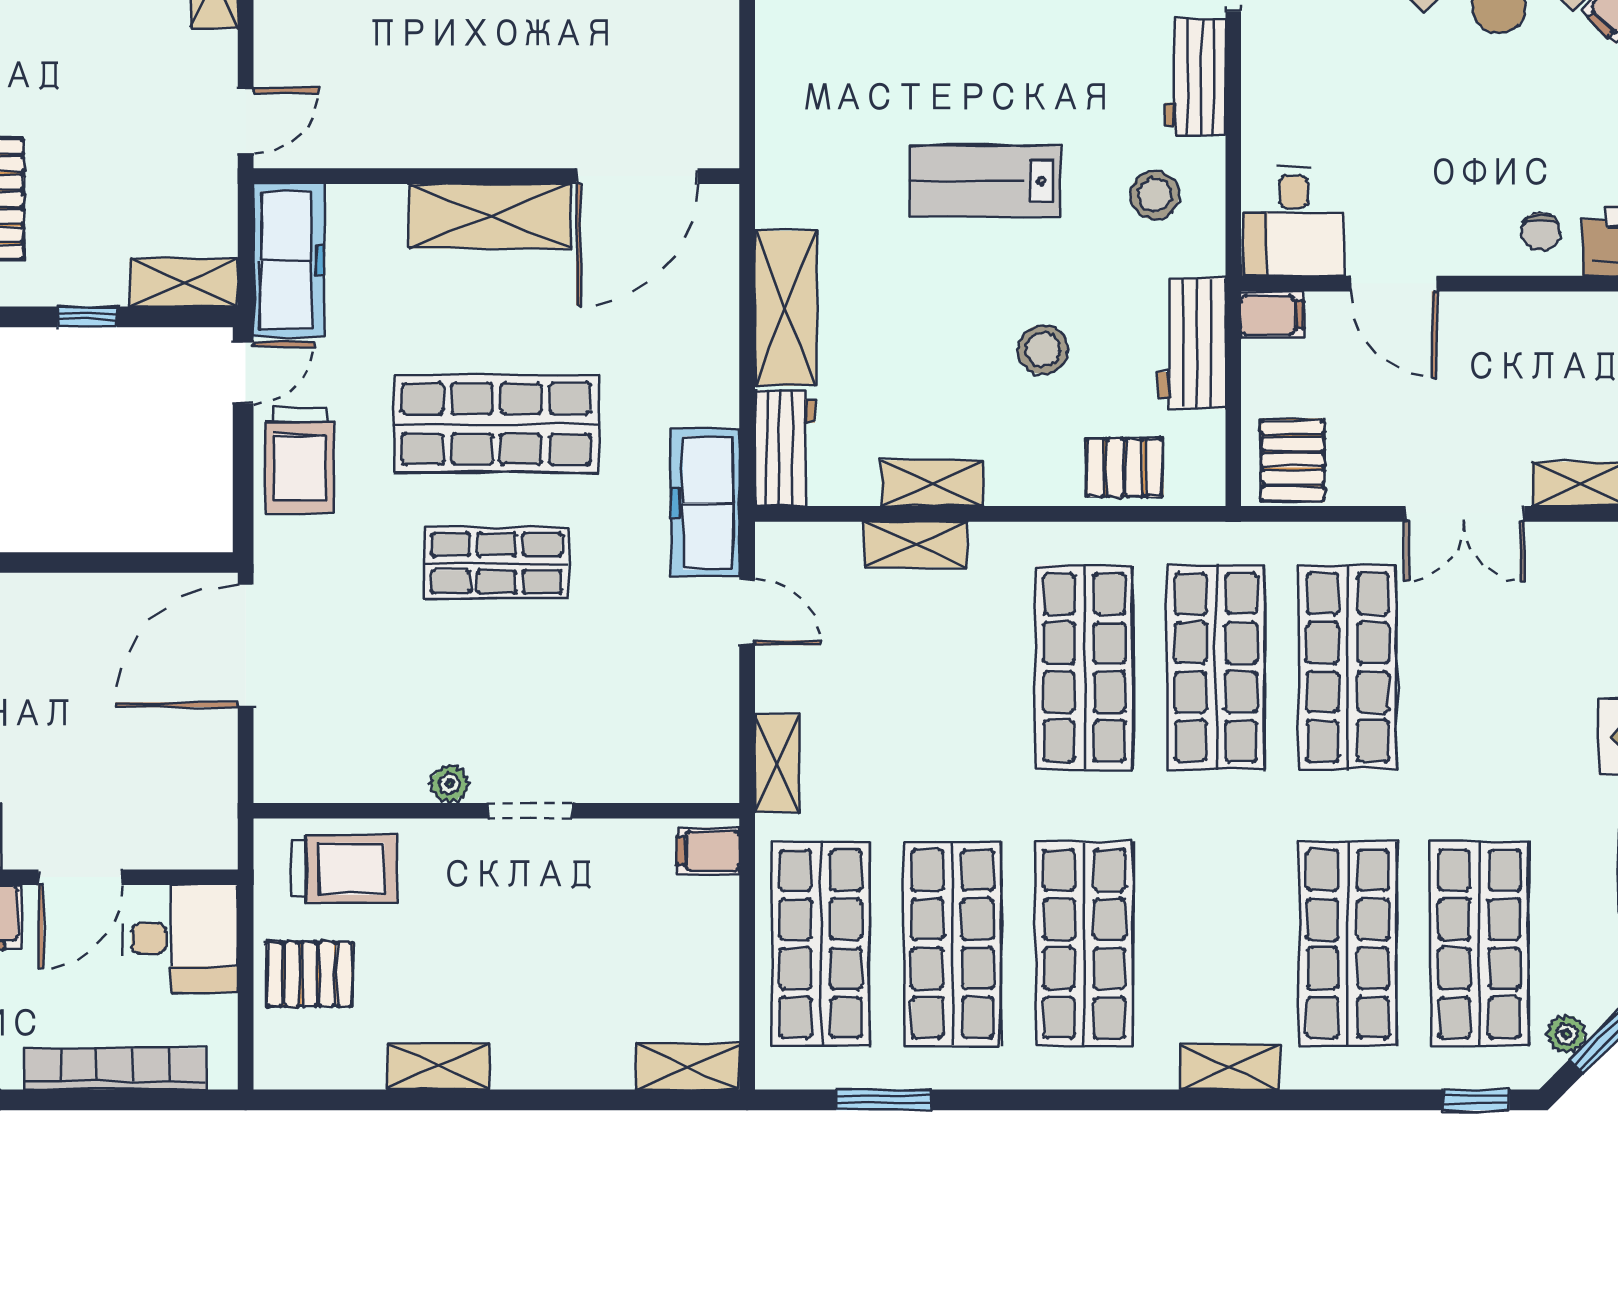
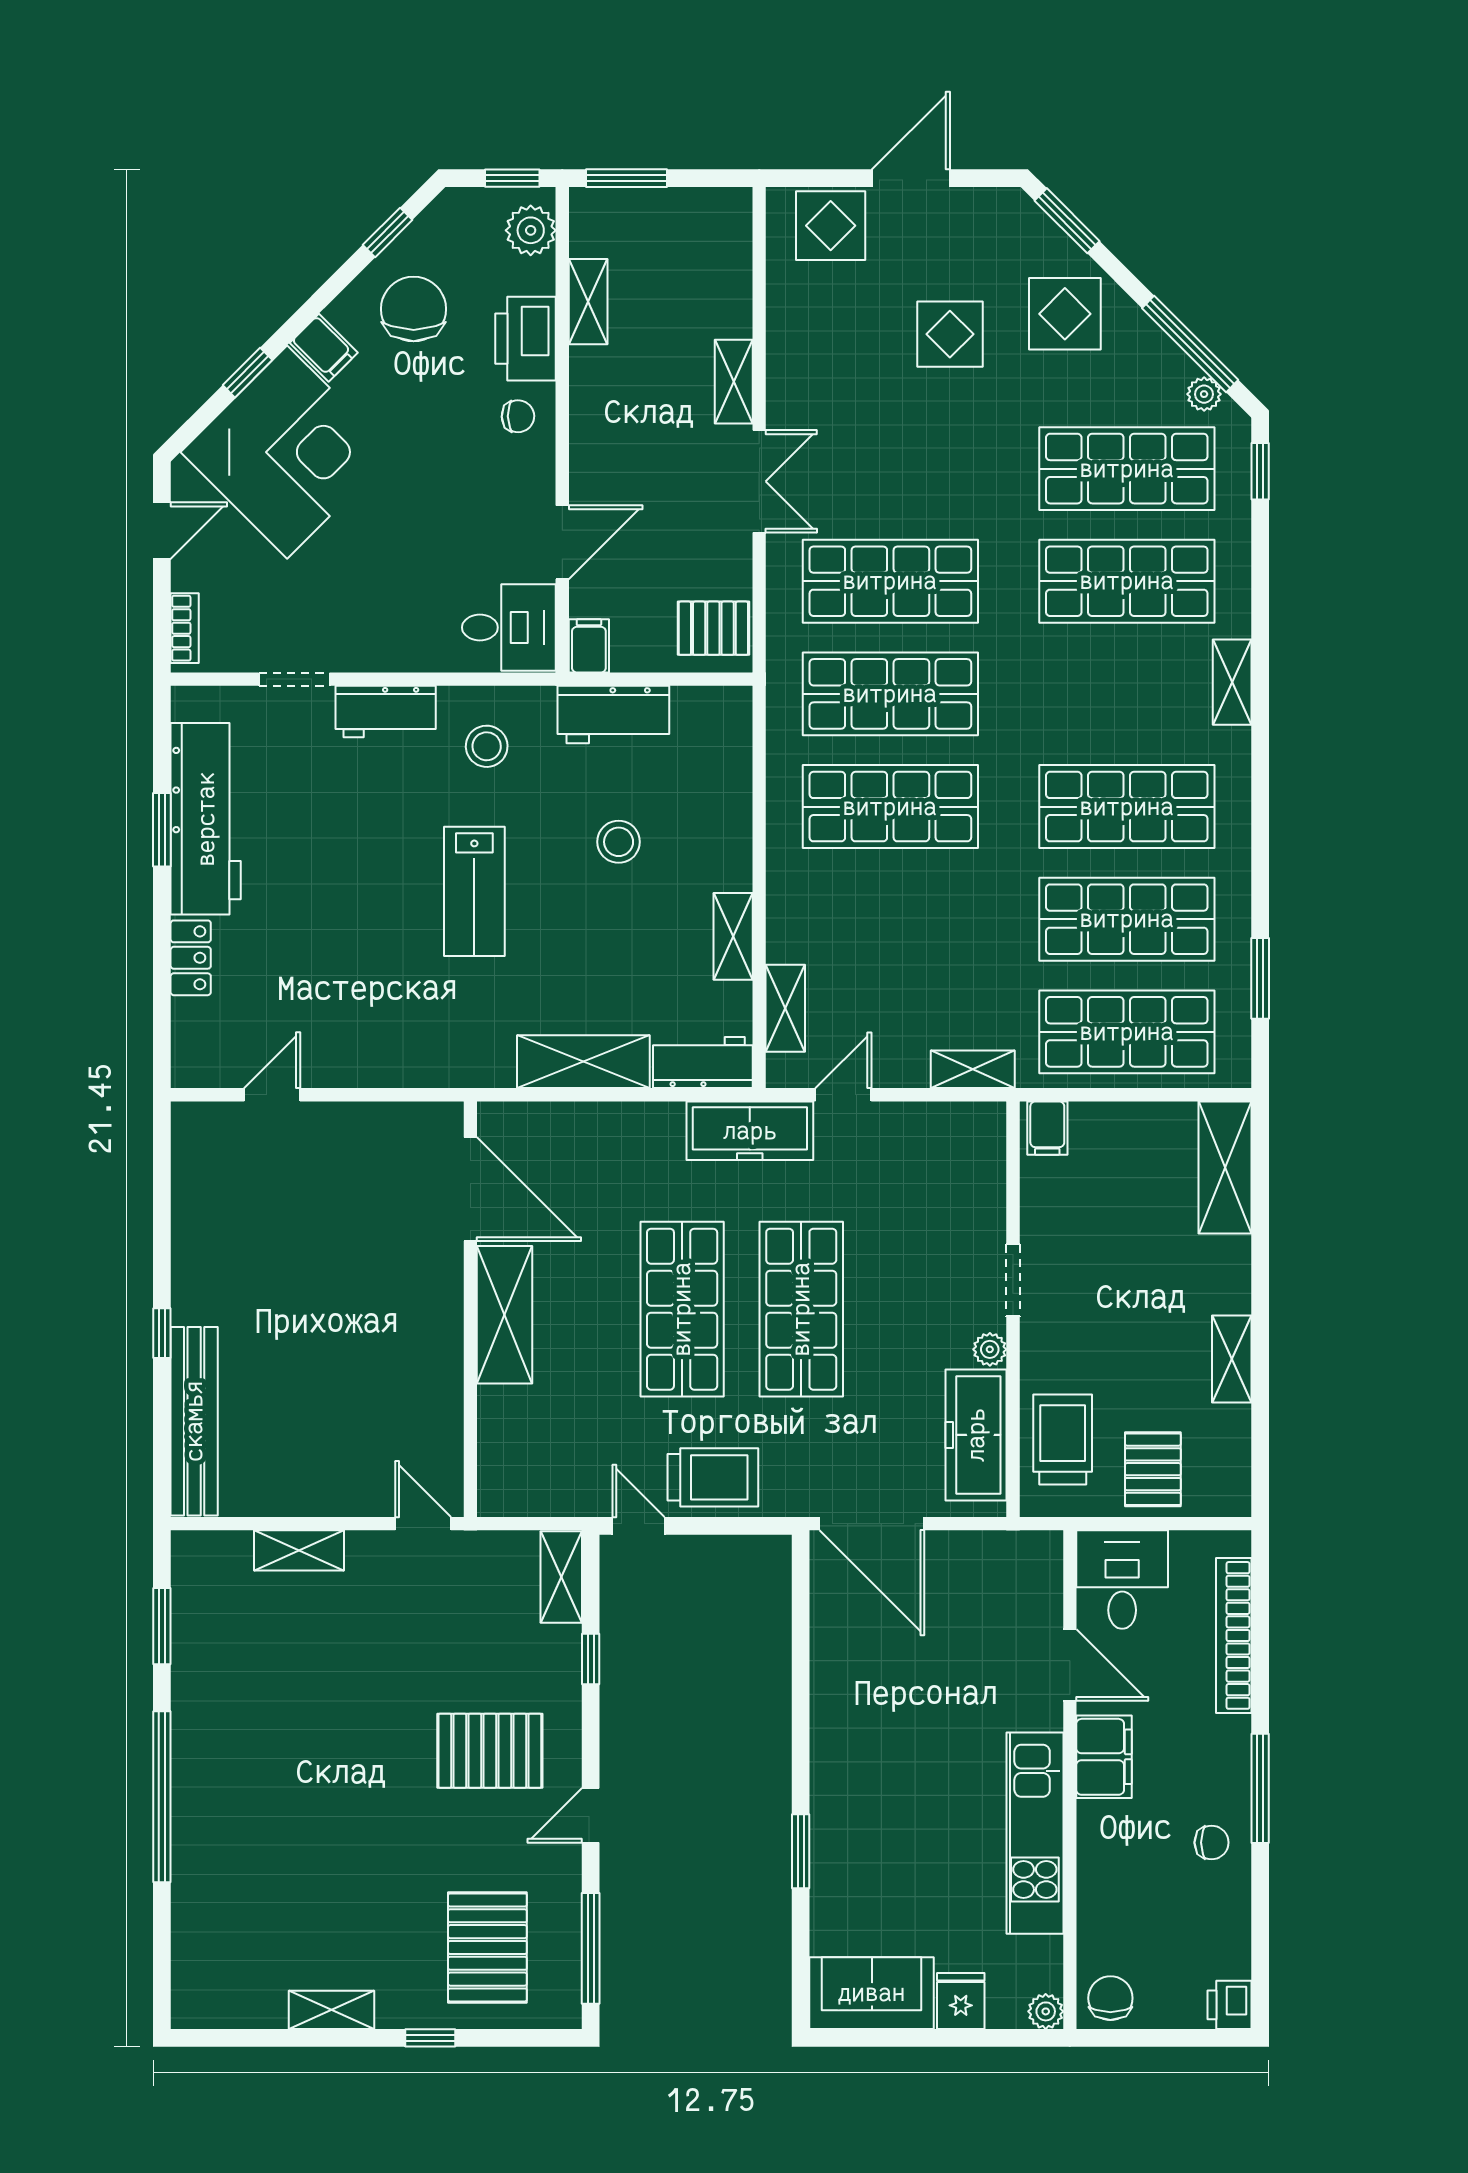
freezer: (289, 260) -> (976, 1435), moved, turned -90
pallet: (1125, 468) -> (719, 772), removed
shelving: (915, 544) -> (785, 1008), moved
shop shelf: (496, 563) -> (801, 1309), width x1.43, depth x1.36
shelving: (688, 1066) -> (1225, 1167), width x1.50, depth x1.33

